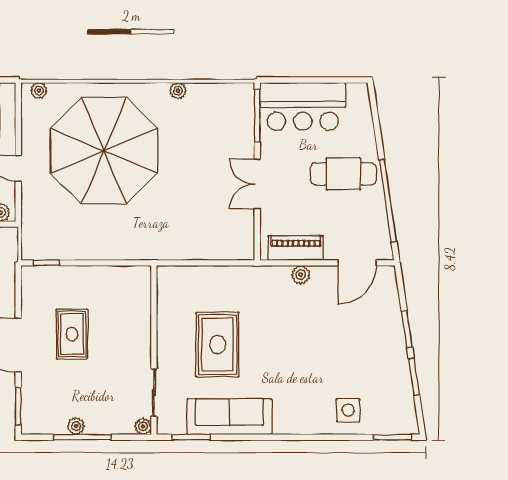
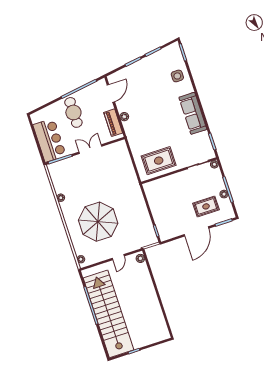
parasol: (104, 151) -> (98, 222), width x0.73, depth x0.73
double door: (257, 184) -> (90, 149), swing flipped
door: (357, 263) -> (111, 93), hinge flipped
rug: (72, 334) -> (206, 206), moved
rug: (218, 345) -> (159, 161), moved
sofa: (229, 417) -> (193, 113), moved

